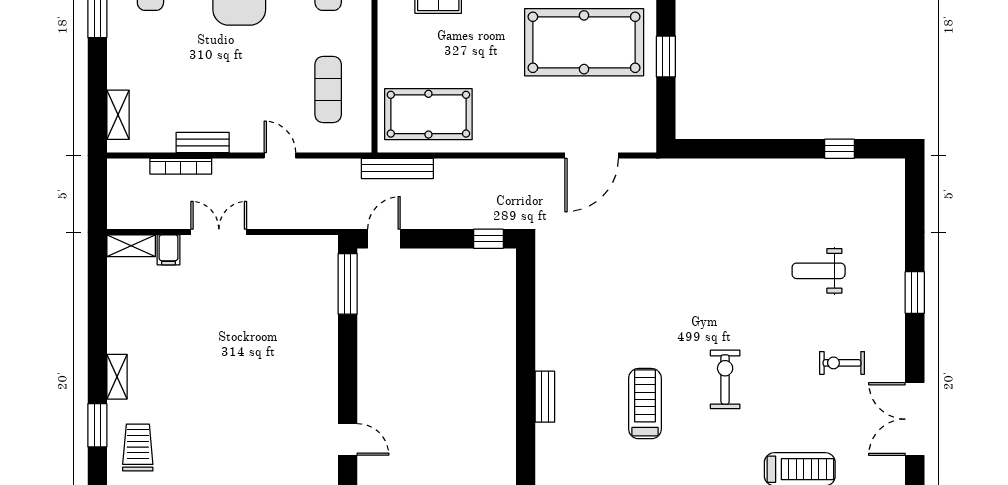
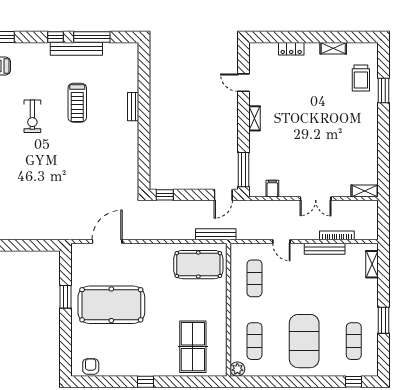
bench: (203, 142) -> (325, 249), width x1.36
filing cabinet: (168, 250) -> (272, 189), moved
shelving: (117, 377) -> (255, 118), moved

